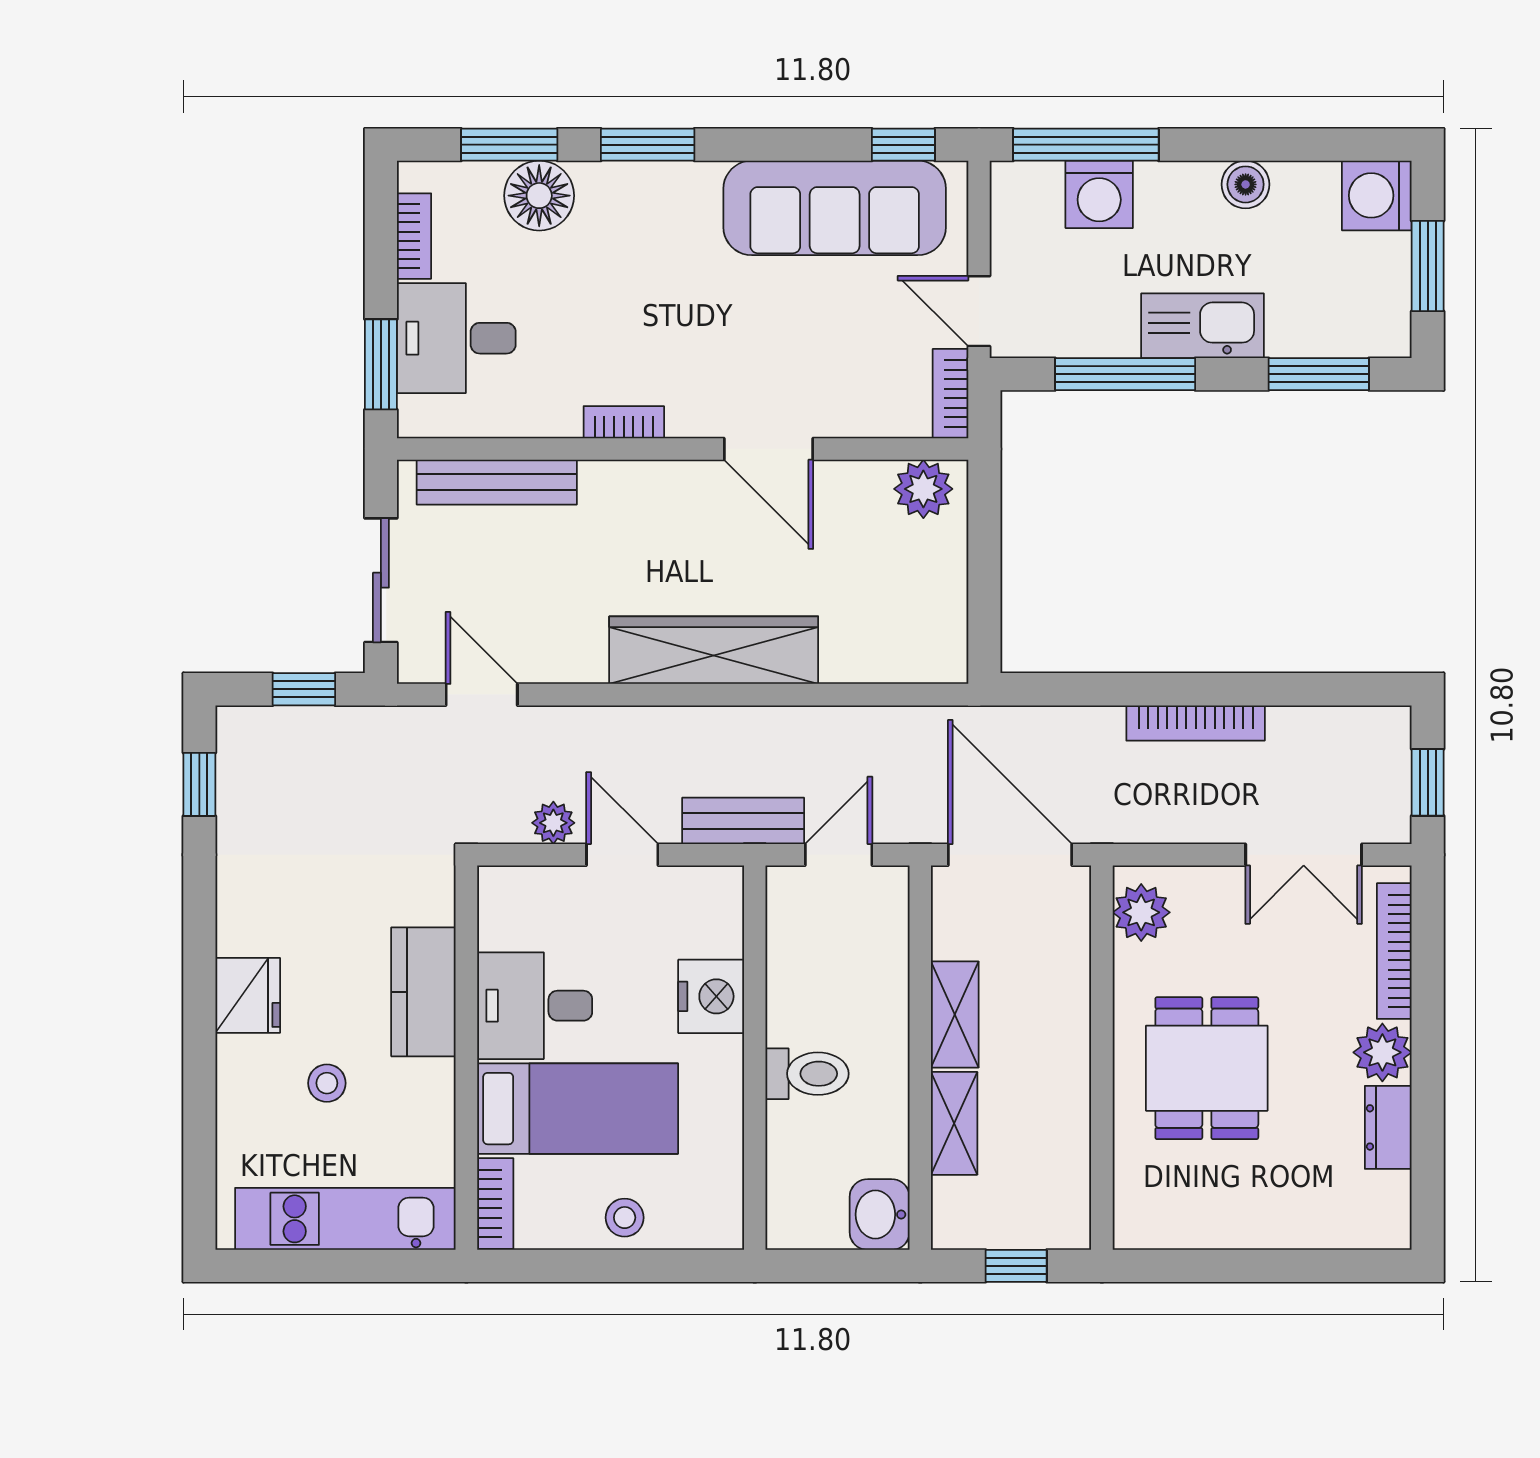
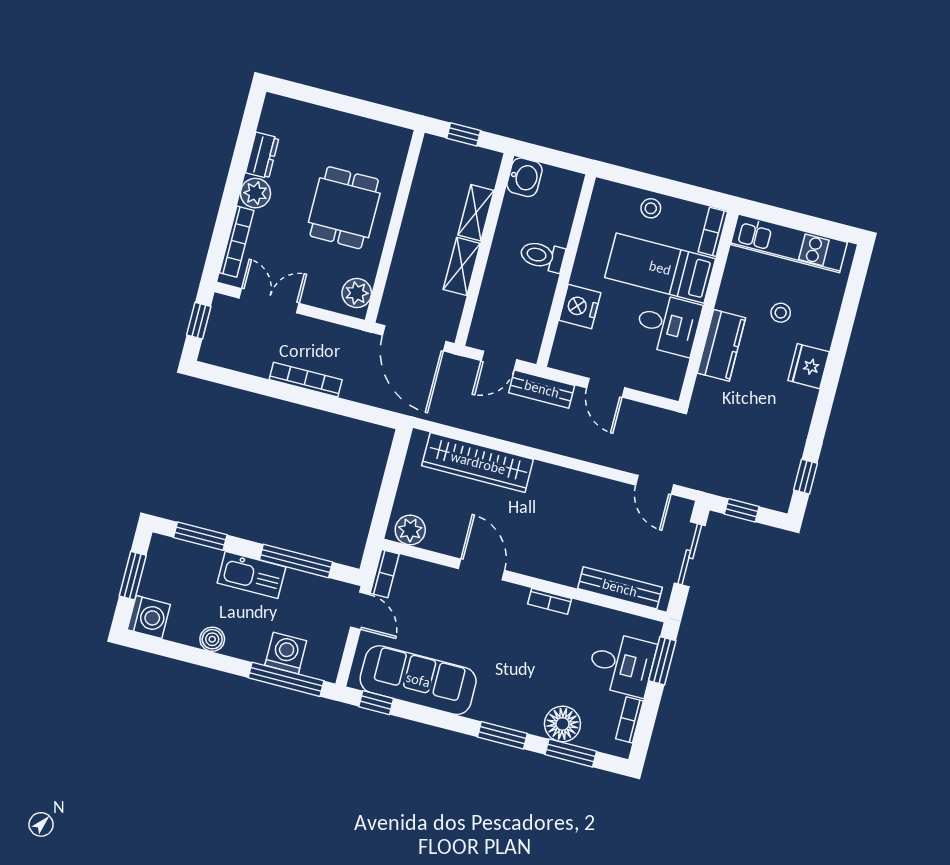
wardrobe: (714, 650) -> (478, 463), moved
plant: (553, 823) -> (636, 412), removed

